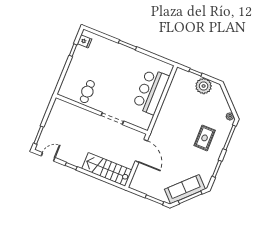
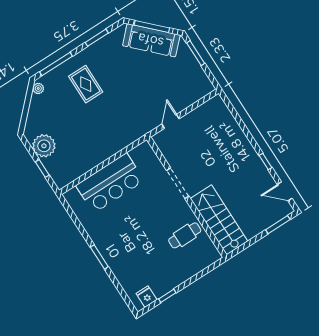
rug: (205, 138) -> (86, 84), turned 90
door: (141, 151) -> (171, 121), width x0.53
stairs: (107, 169) -> (219, 220), moved, turned 180

